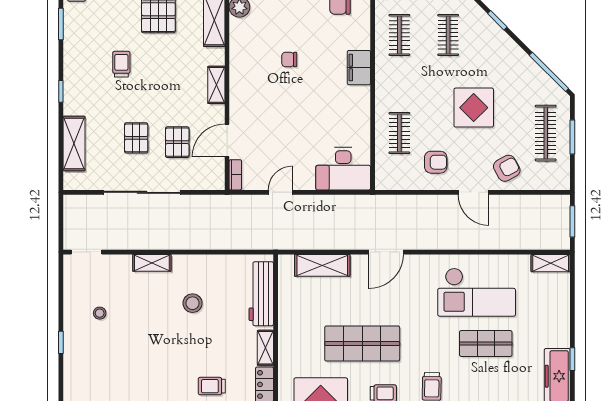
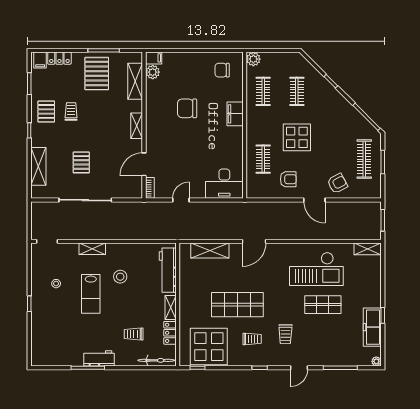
chair: (289, 60) -> (187, 108), width x1.87, depth x1.87
display table: (474, 108) -> (297, 137), moved
pallet: (177, 142) -> (46, 111), moved
lab bench: (150, 328) -> (91, 294), added

